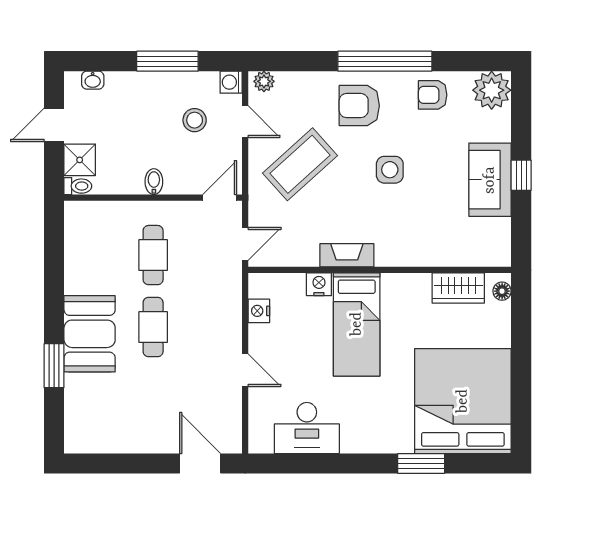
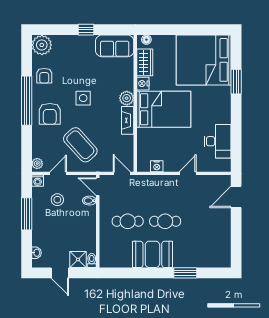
sofa: (490, 180) -> (115, 46), moved
bidet: (154, 182) -> (89, 201), moved
plant: (390, 253) -> (127, 98), added
nightstand: (319, 284) -> (143, 84), moved
bed: (357, 324) -> (164, 109), width x1.50
booth: (90, 334) -> (152, 254), moved

